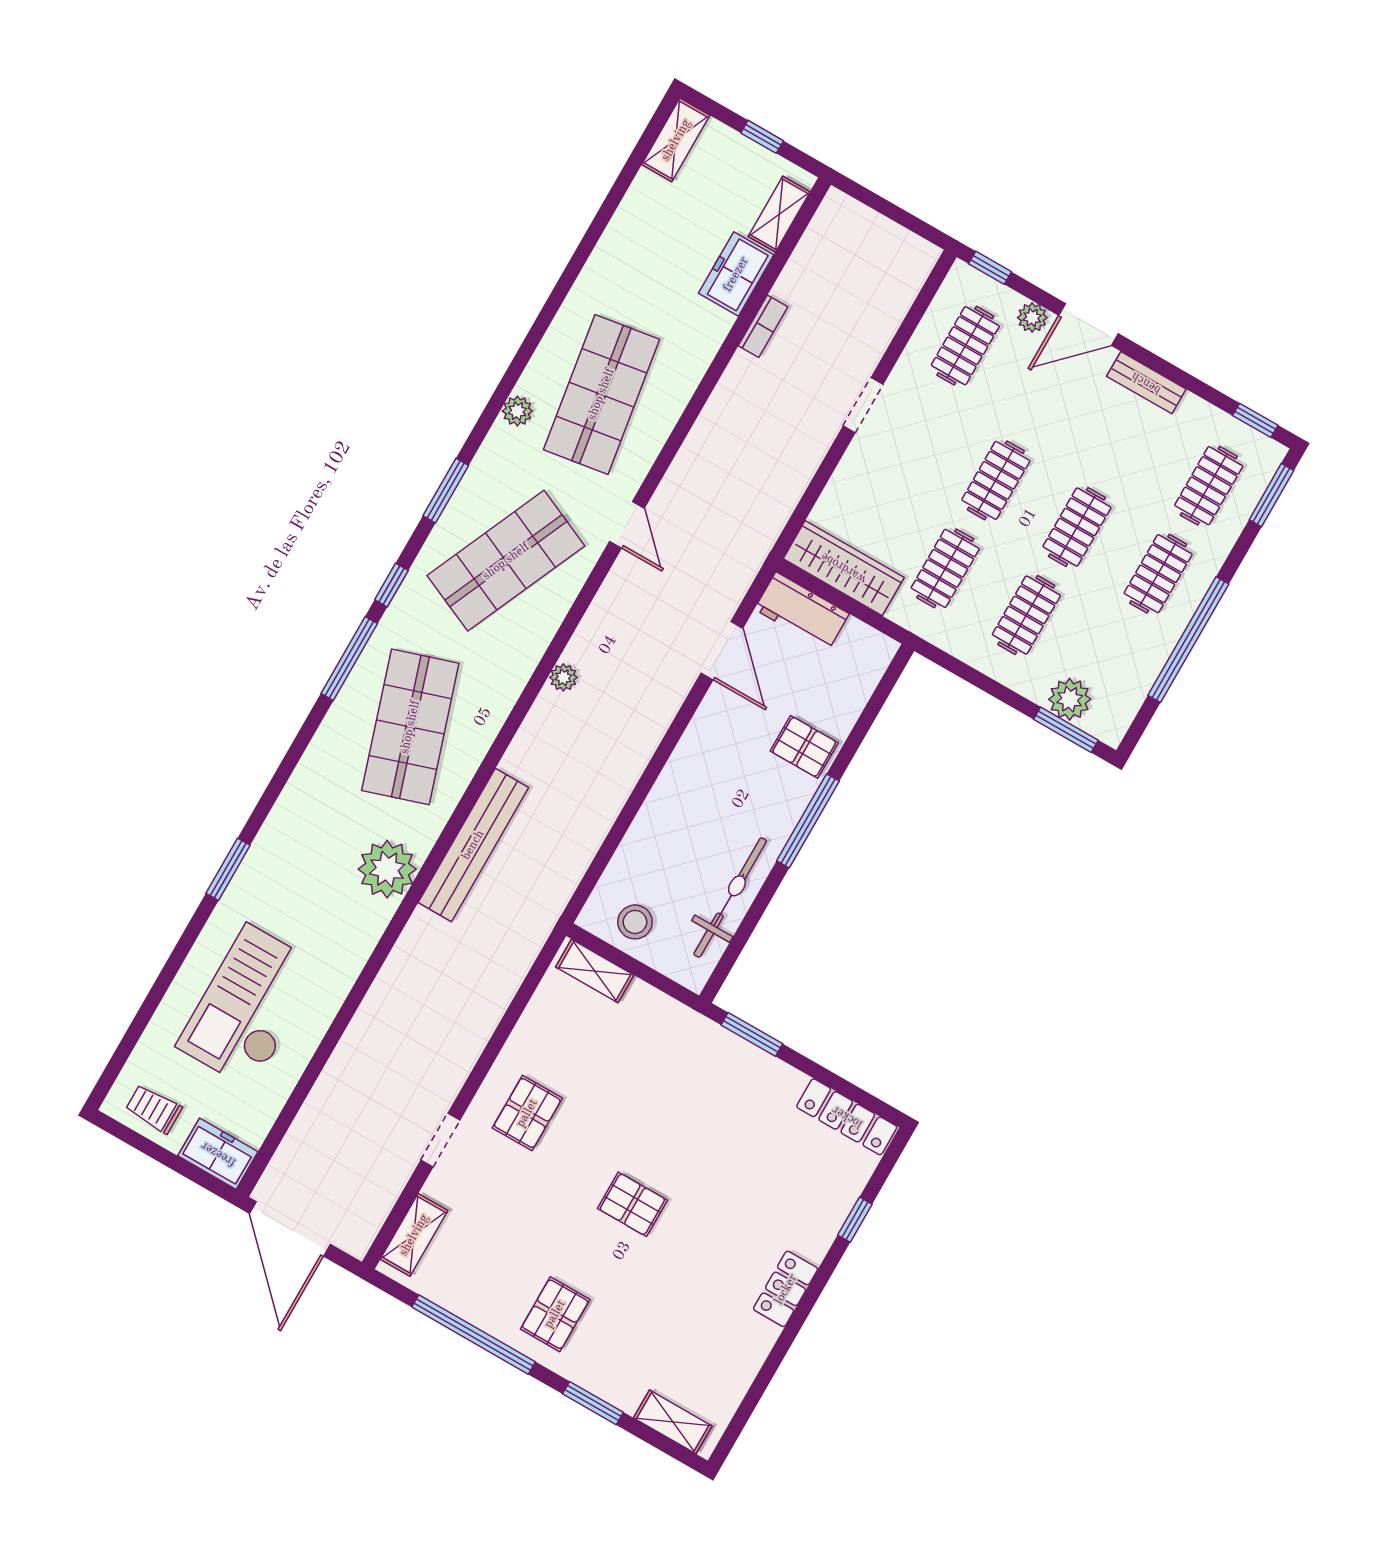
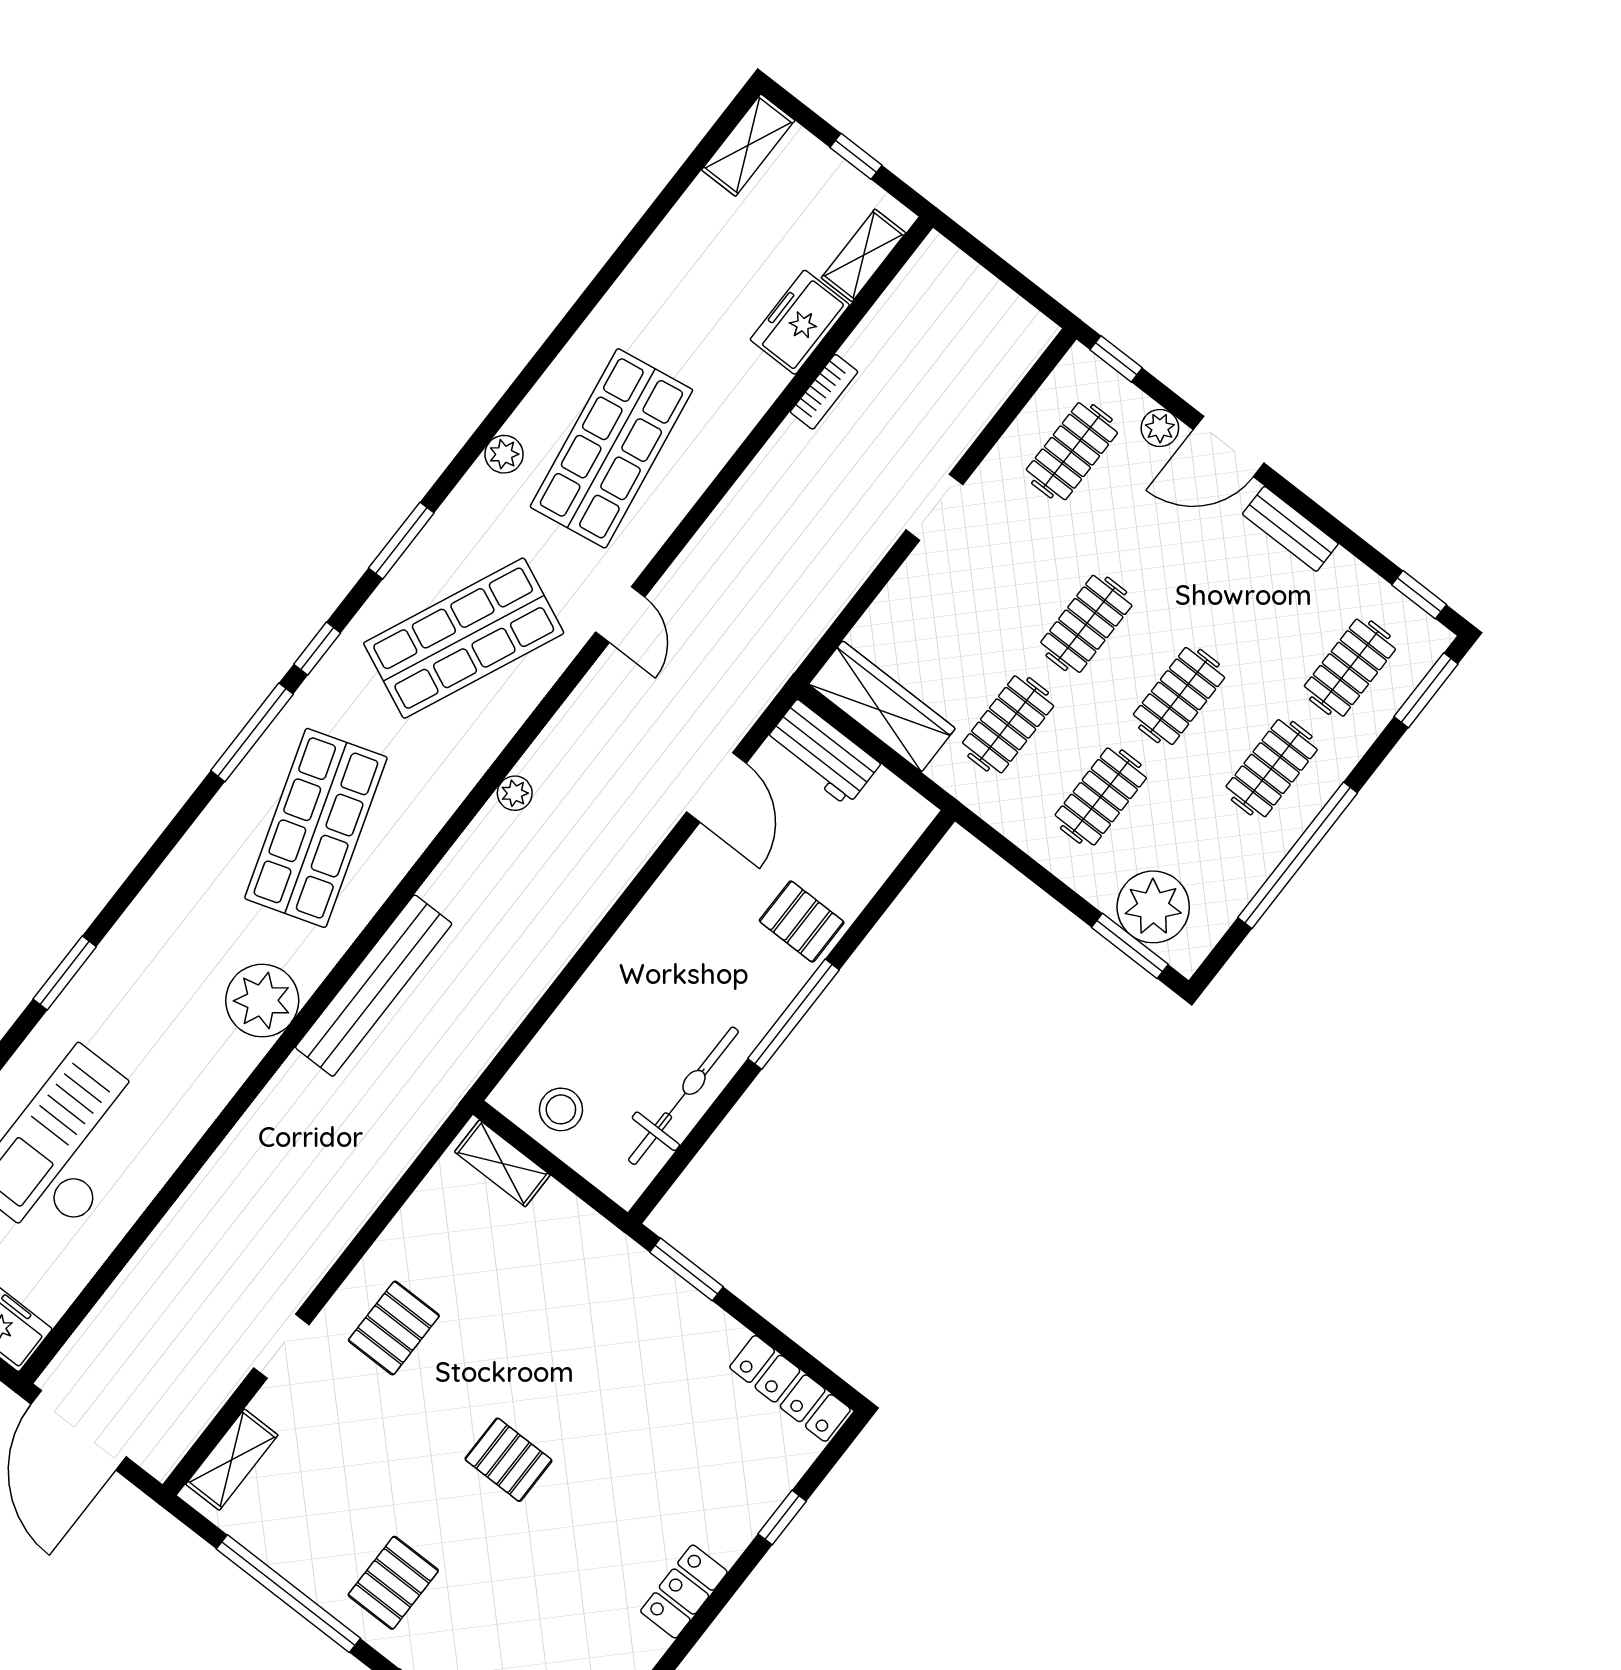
plant: (1070, 699) -> (1153, 907), width x1.36, depth x1.36

